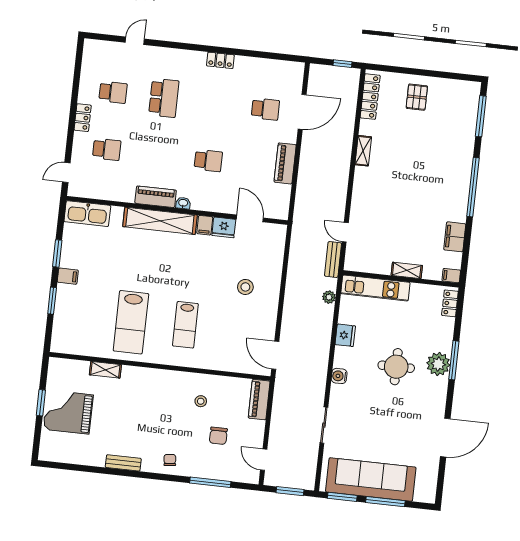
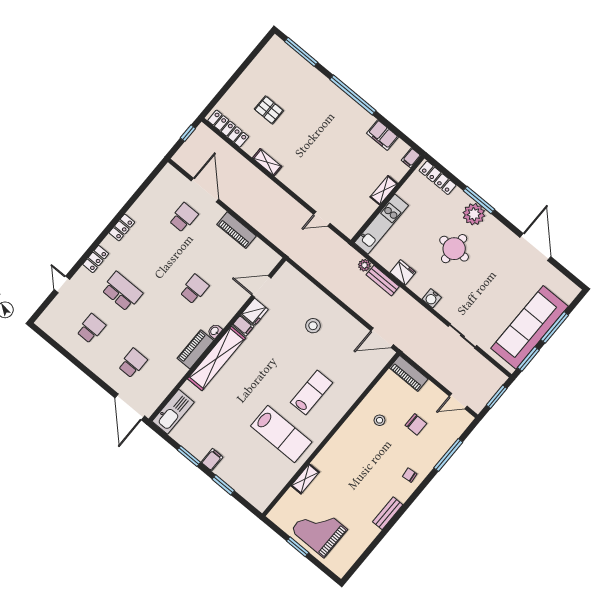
pallet: (417, 97) -> (269, 110), moved
locker: (83, 118) -> (96, 259), moved, turned 90
door: (66, 172) -> (130, 407), width x1.88
bench: (333, 259) -> (383, 281), moved
locker: (450, 303) -> (438, 178), width x1.53
lab bench: (185, 325) -> (311, 393), turned -90
grand piano: (68, 412) -> (319, 530), turned 90

